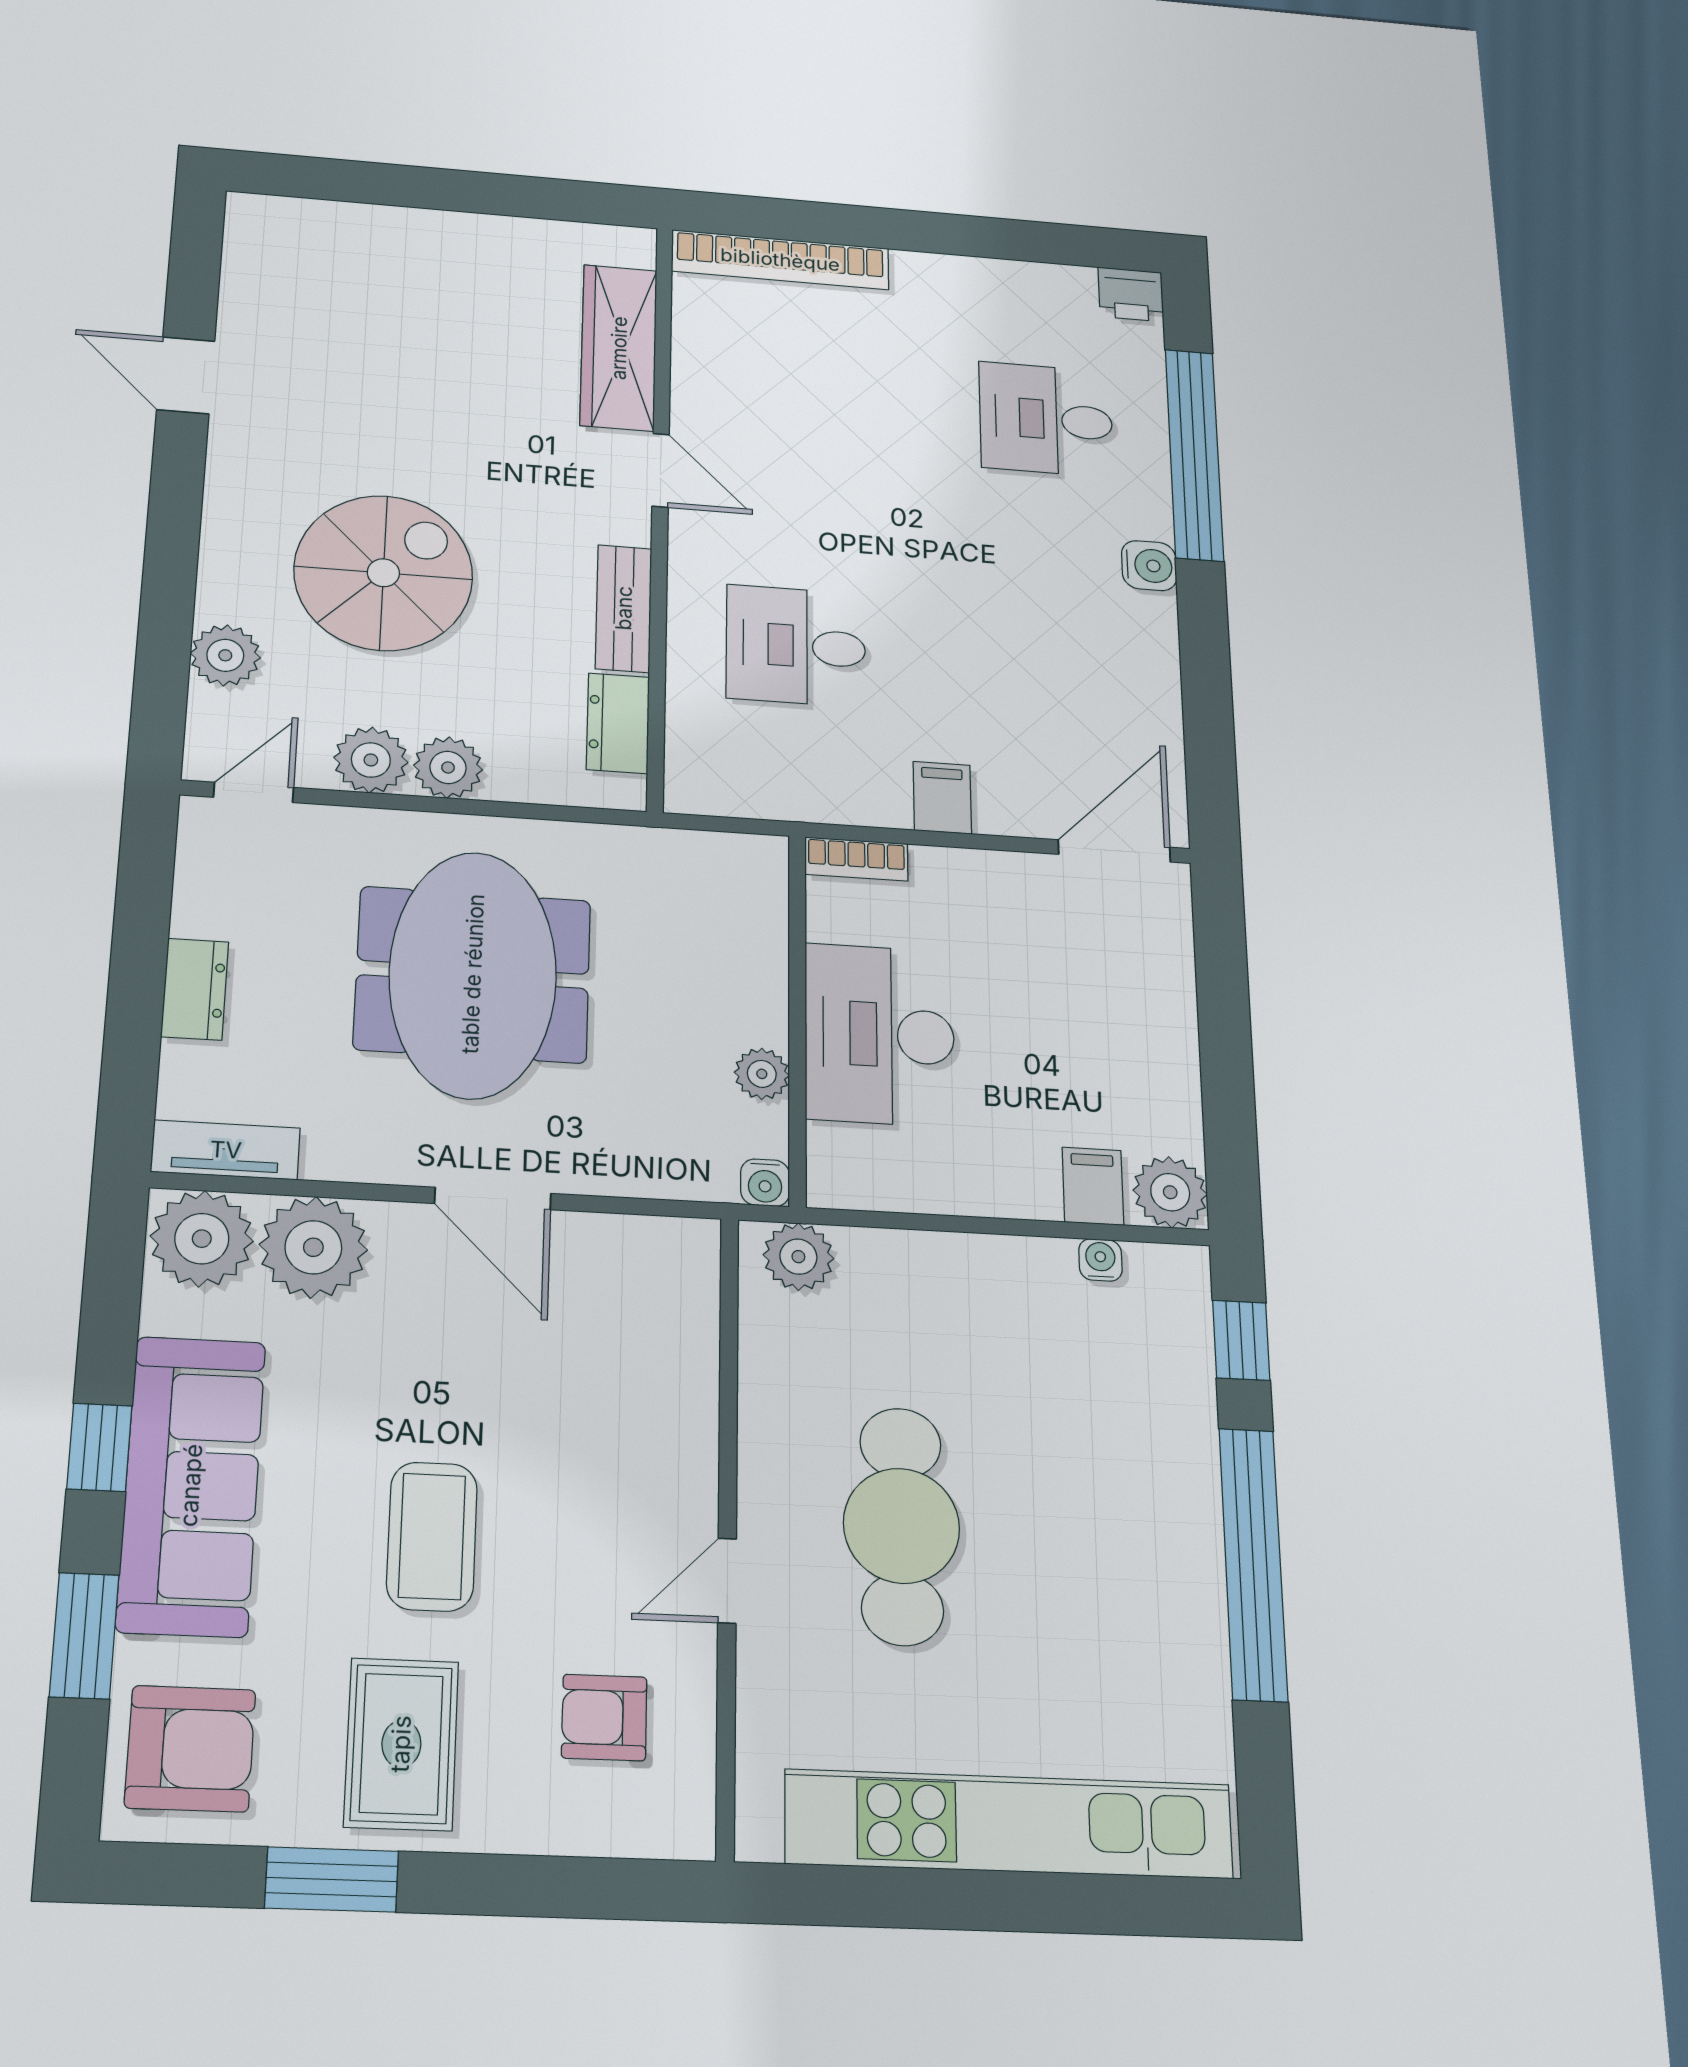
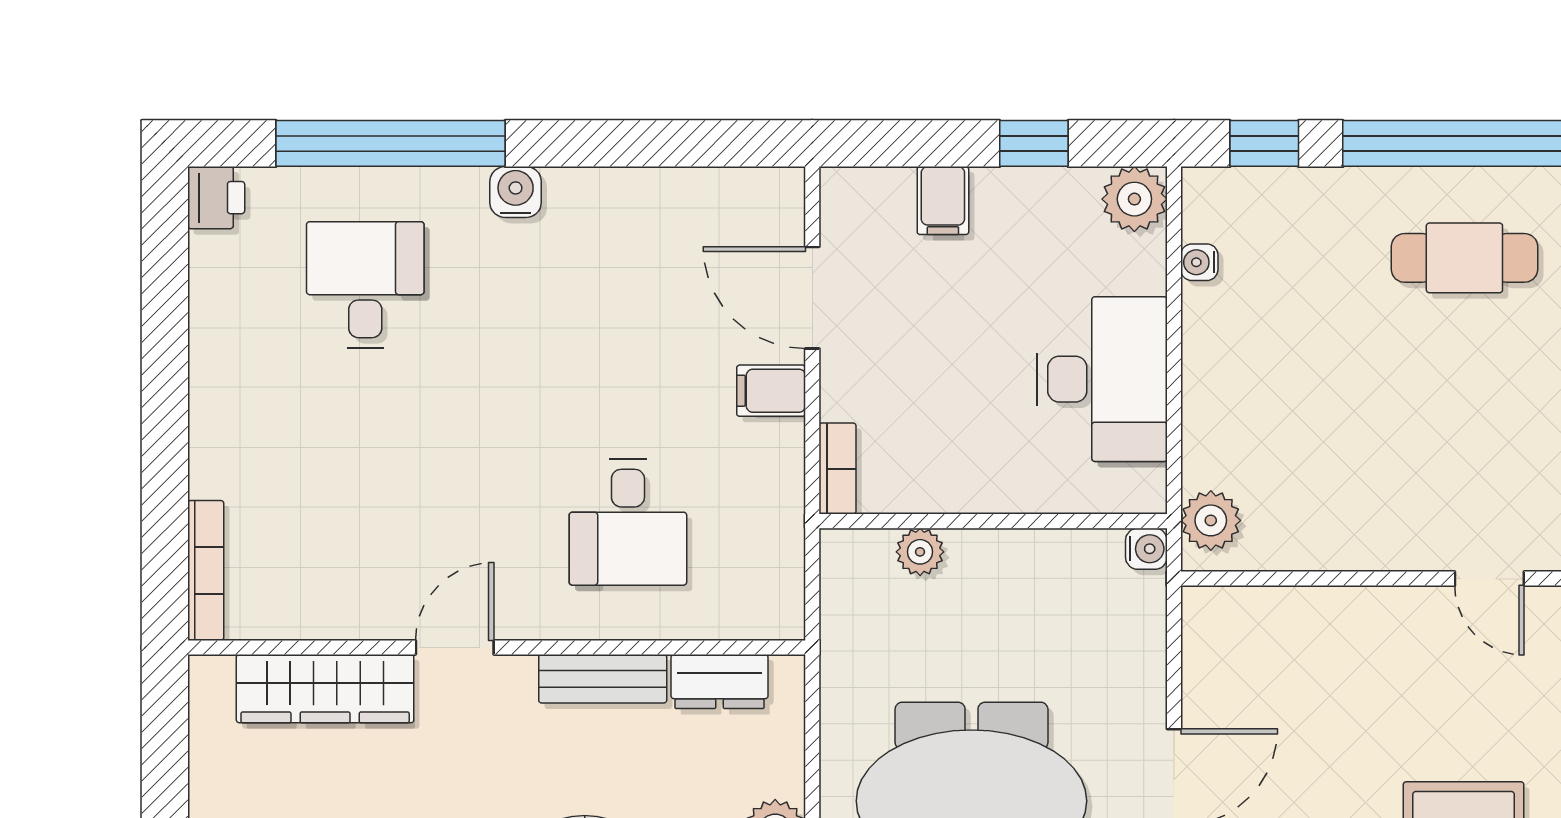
bookcase: (780, 260) -> (206, 570), width x0.68, depth x0.76
desk: (1046, 419) -> (365, 285), turned 180
door: (1114, 851) -> (812, 298), moved
desk: (880, 1035) -> (1102, 379), moved, turned -90
plant: (762, 1074) -> (920, 552), moved
window: (1228, 1087) -> (1034, 143), added
filing cabinet: (1093, 1186) -> (943, 201), moved, turned -90
cafe table: (901, 1526) -> (1464, 258), moved, width x0.73, depth x0.74

